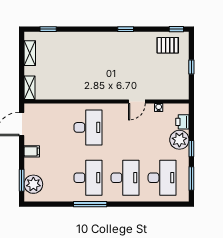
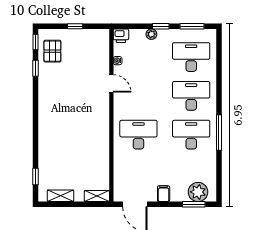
window: (126, 29) -> (36, 68), moved
printer: (182, 122) -> (121, 36), moved
plant: (179, 140) -> (151, 34), width x0.53, depth x0.53

